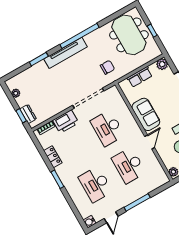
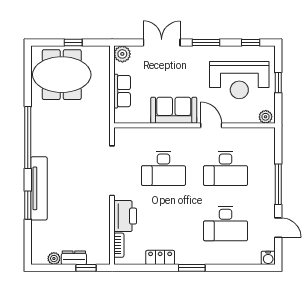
tv unit: (66, 53) -> (39, 188), moved
chair: (107, 67) -> (87, 125), removed
dresser: (28, 114) -> (74, 258), moved

